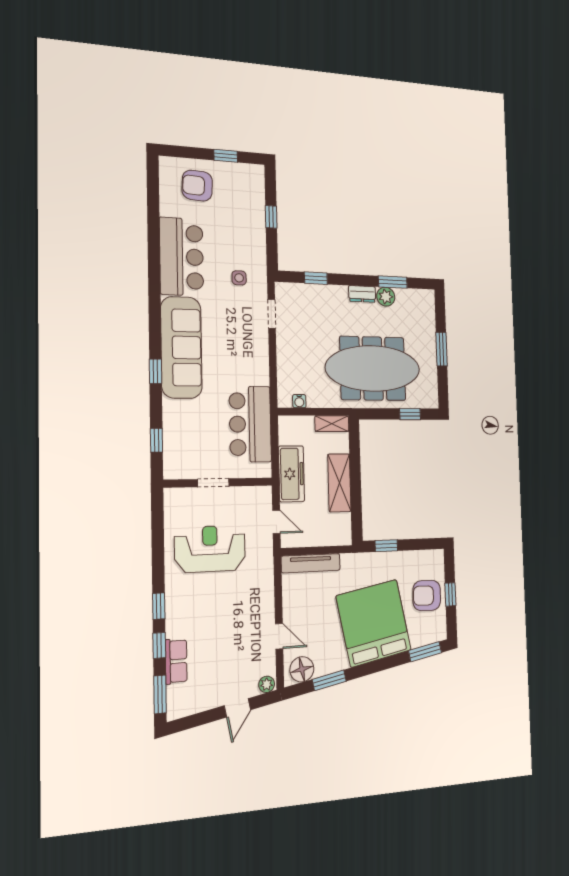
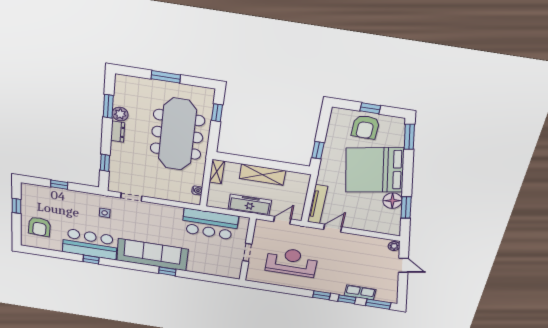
window: (156, 440) -> (91, 260), moved
reception desk: (210, 549) -> (292, 262), turned 90
door: (279, 636) -> (333, 228), moved
floor lamp: (302, 669) -> (392, 201), moved

